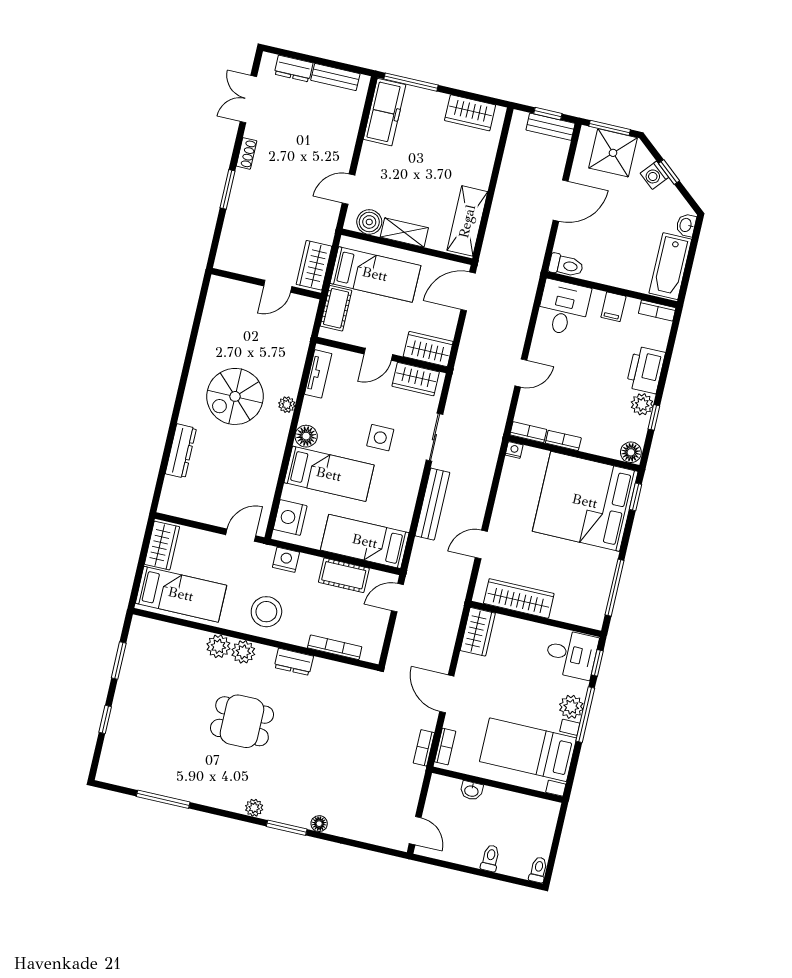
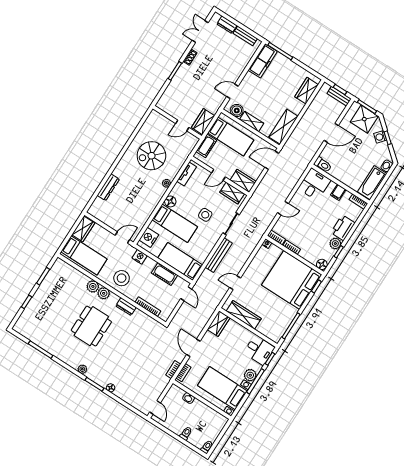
wardrobe: (470, 113) -> (307, 91), moved, turned 90
spiral stairs: (235, 396) -> (151, 156), moved
door: (397, 598) -> (186, 294), swing flipped
dining table: (242, 721) -> (91, 326), width x1.38

